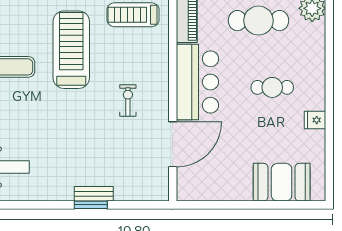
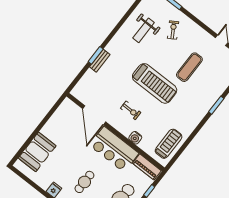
treadmill: (71, 50) -> (155, 83), moved
water cooler: (160, 66) -> (135, 138), added

